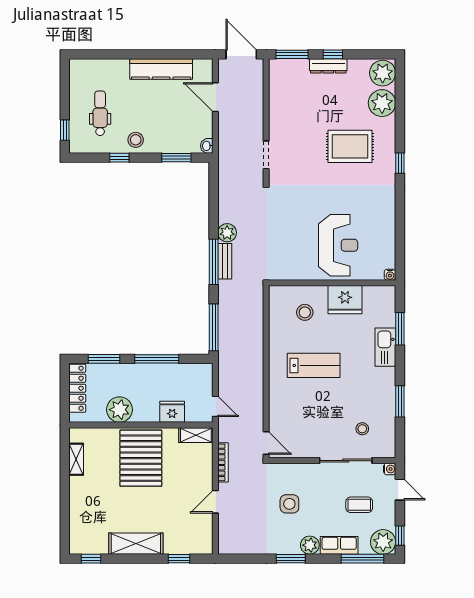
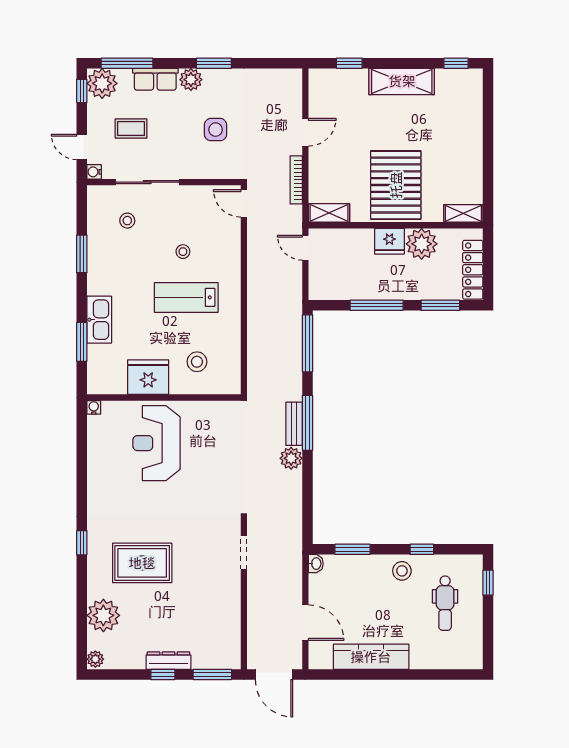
plant: (383, 73) -> (95, 659), width x0.53, depth x0.53
stool: (316, 403) -> (183, 252), added
fridge: (172, 412) -> (389, 241), moved
shelving: (76, 459) -> (463, 213), moved, turned 90

